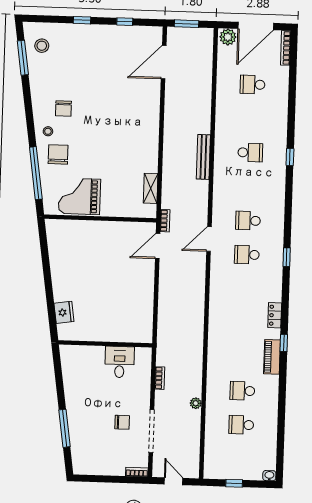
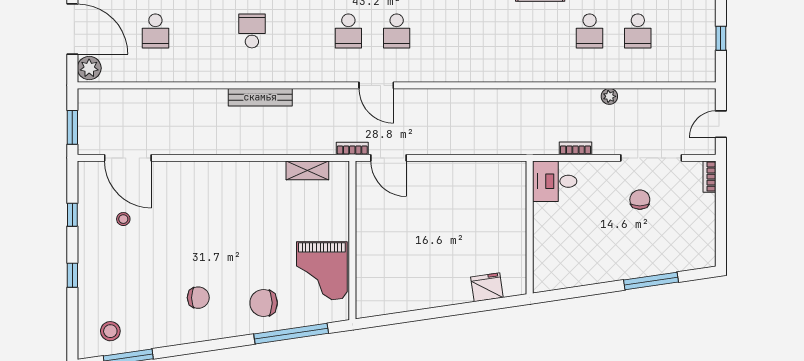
stool: (48, 131) -> (123, 219), moved
desk: (120, 362) -> (555, 181), moved

